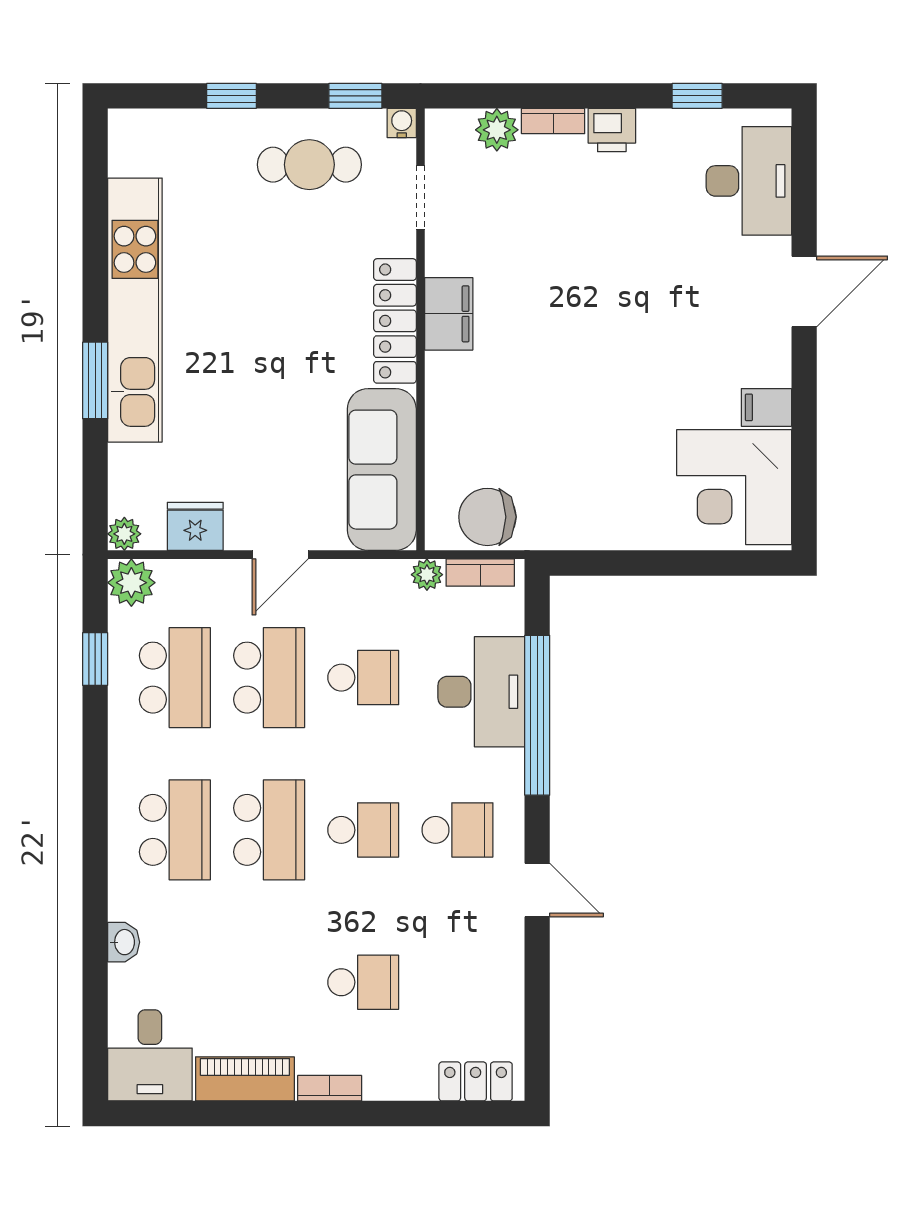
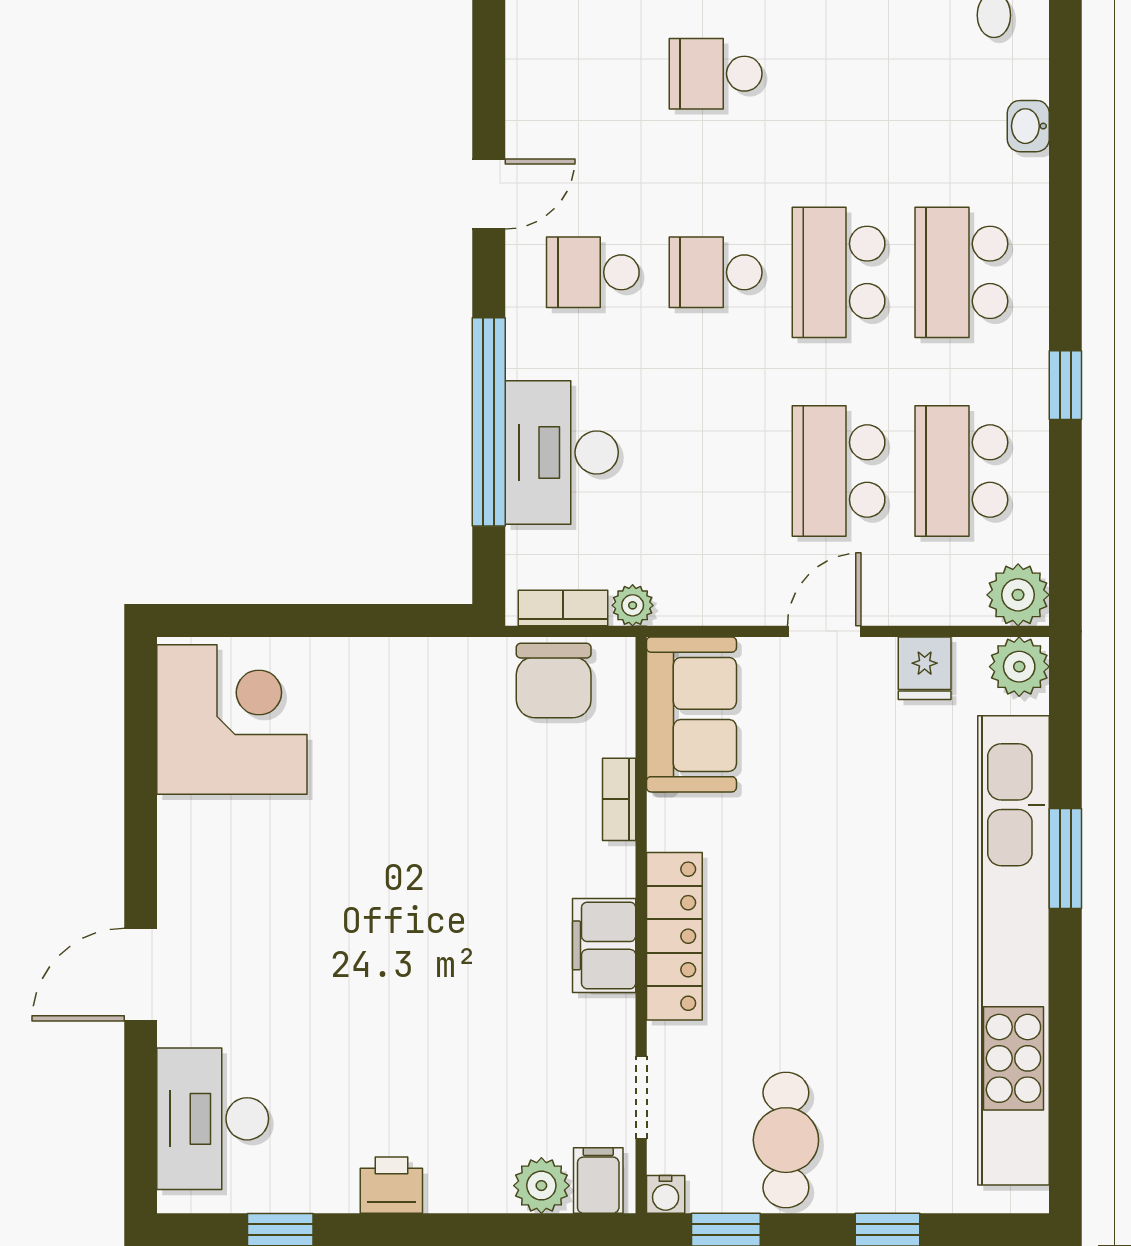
bookcase: (553, 121) -> (619, 799), moved, turned -90
cafe table: (309, 165) -> (786, 1140), turned 90
kitchen unit: (135, 310) -> (1013, 950), width x1.36
filing cabinet: (766, 407) -> (598, 1181), moved, turned -90
sofa: (382, 470) -> (691, 714), width x0.73
chair: (487, 517) -> (554, 680), turned 90
fridge: (195, 526) -> (925, 668), width x0.72
plant: (124, 534) -> (1019, 667), width x1.38, depth x1.38
window: (95, 659) -> (1065, 385), moved
school desk: (363, 678) -> (716, 471), removed
door: (537, 890) -> (489, 194), swing flipped

